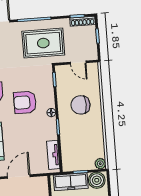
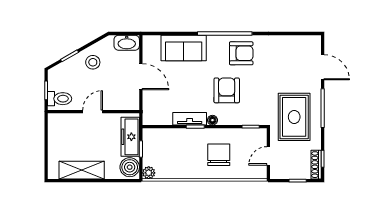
tv unit: (53, 155) -> (190, 119), moved

